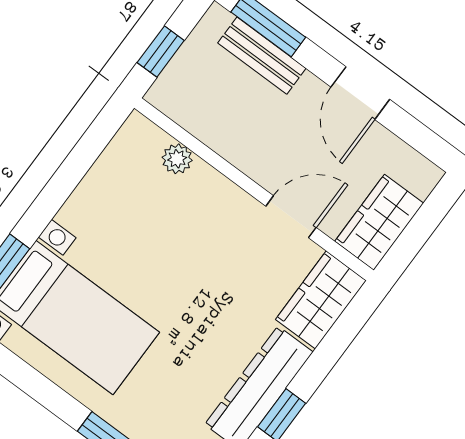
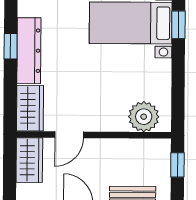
plant: (177, 159) -> (144, 117), width x1.87, depth x1.87

